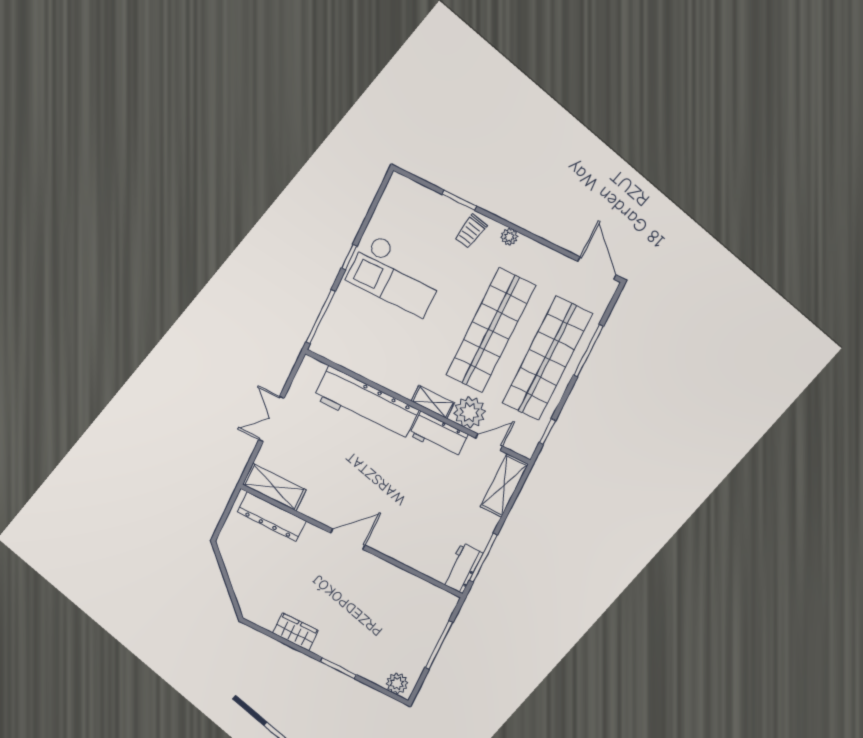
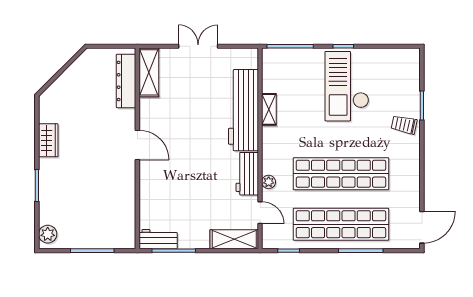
plant: (509, 237) -> (414, 154), removed
shelving: (433, 402) -> (269, 109), moved
plant: (470, 412) -> (269, 182), width x0.53, depth x0.53

